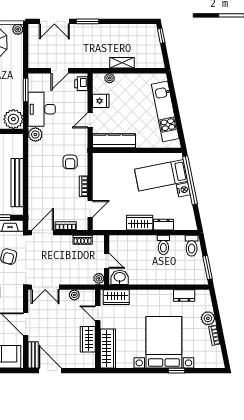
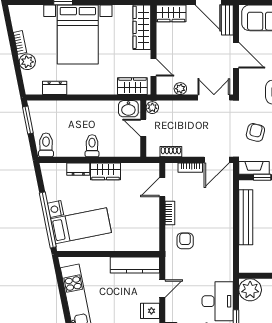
plant: (35, 135) -> (225, 272), removed
toilet: (163, 245) -> (92, 146), moved
wardrobe: (88, 339) -> (171, 13), moved, turned 90

